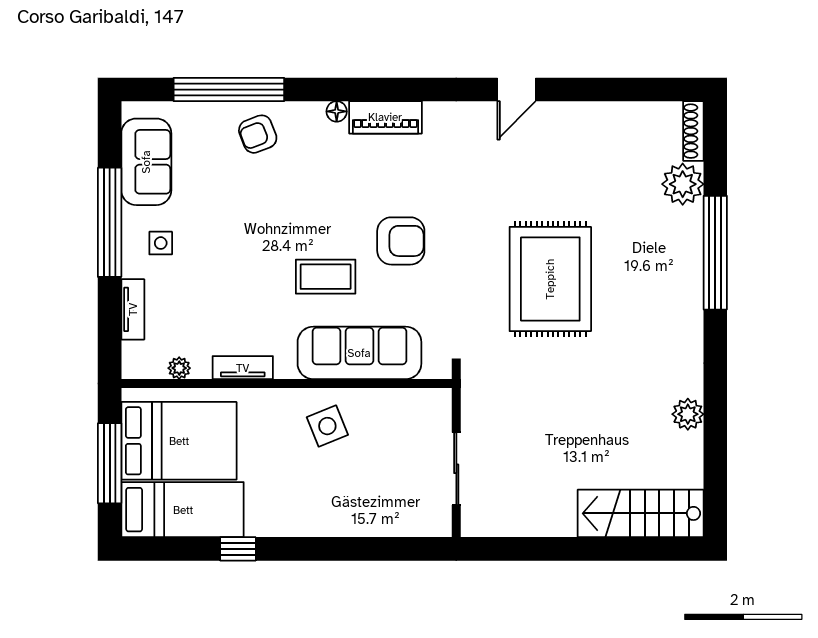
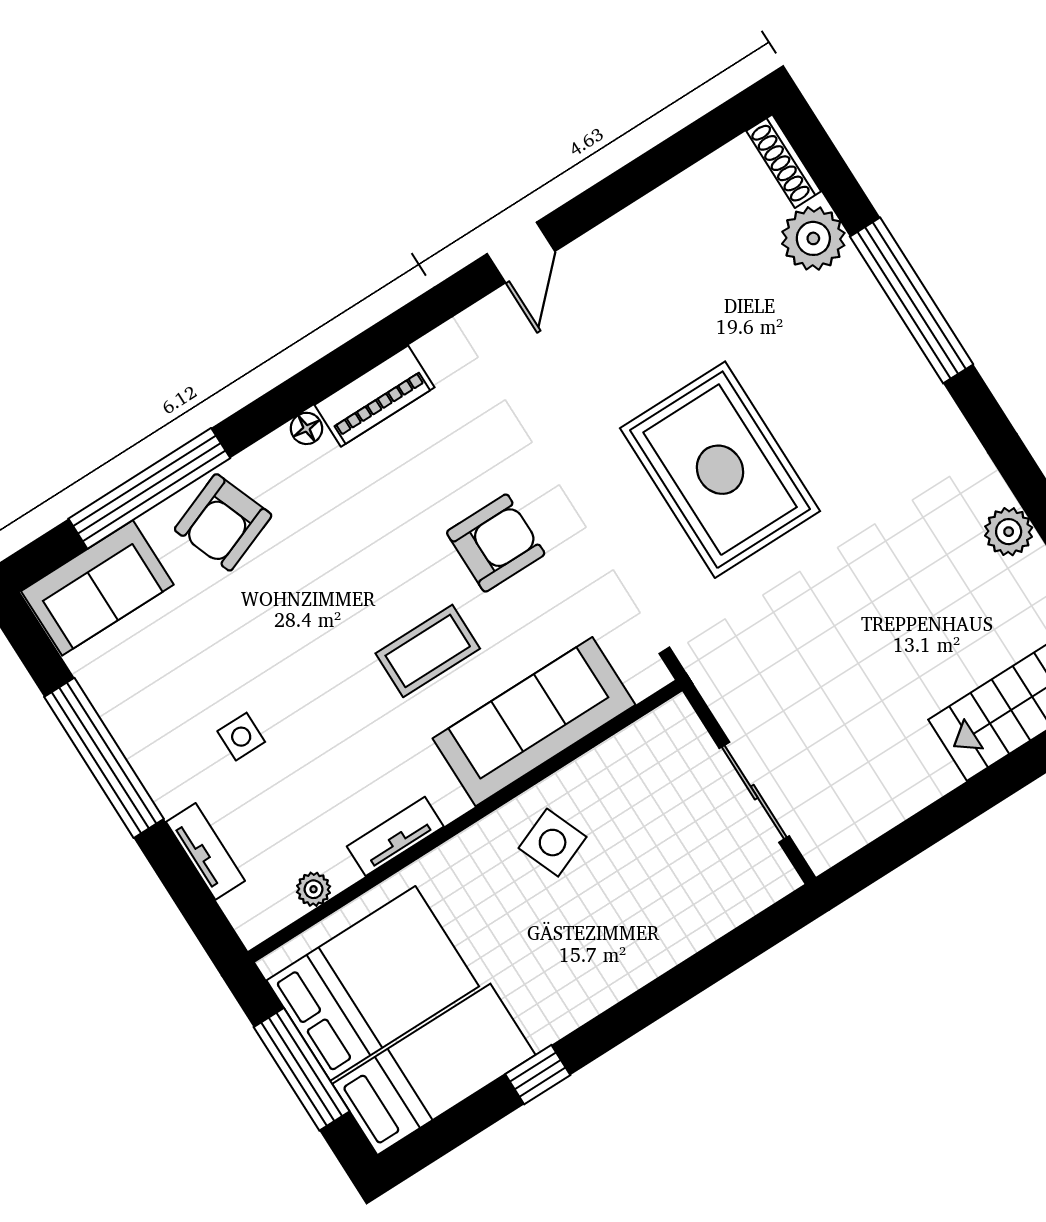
armchair: (258, 134) -> (223, 522), width x1.38, depth x1.38
sofa: (146, 162) -> (97, 588), moved, turned 90
side table: (161, 243) -> (241, 737), moved

